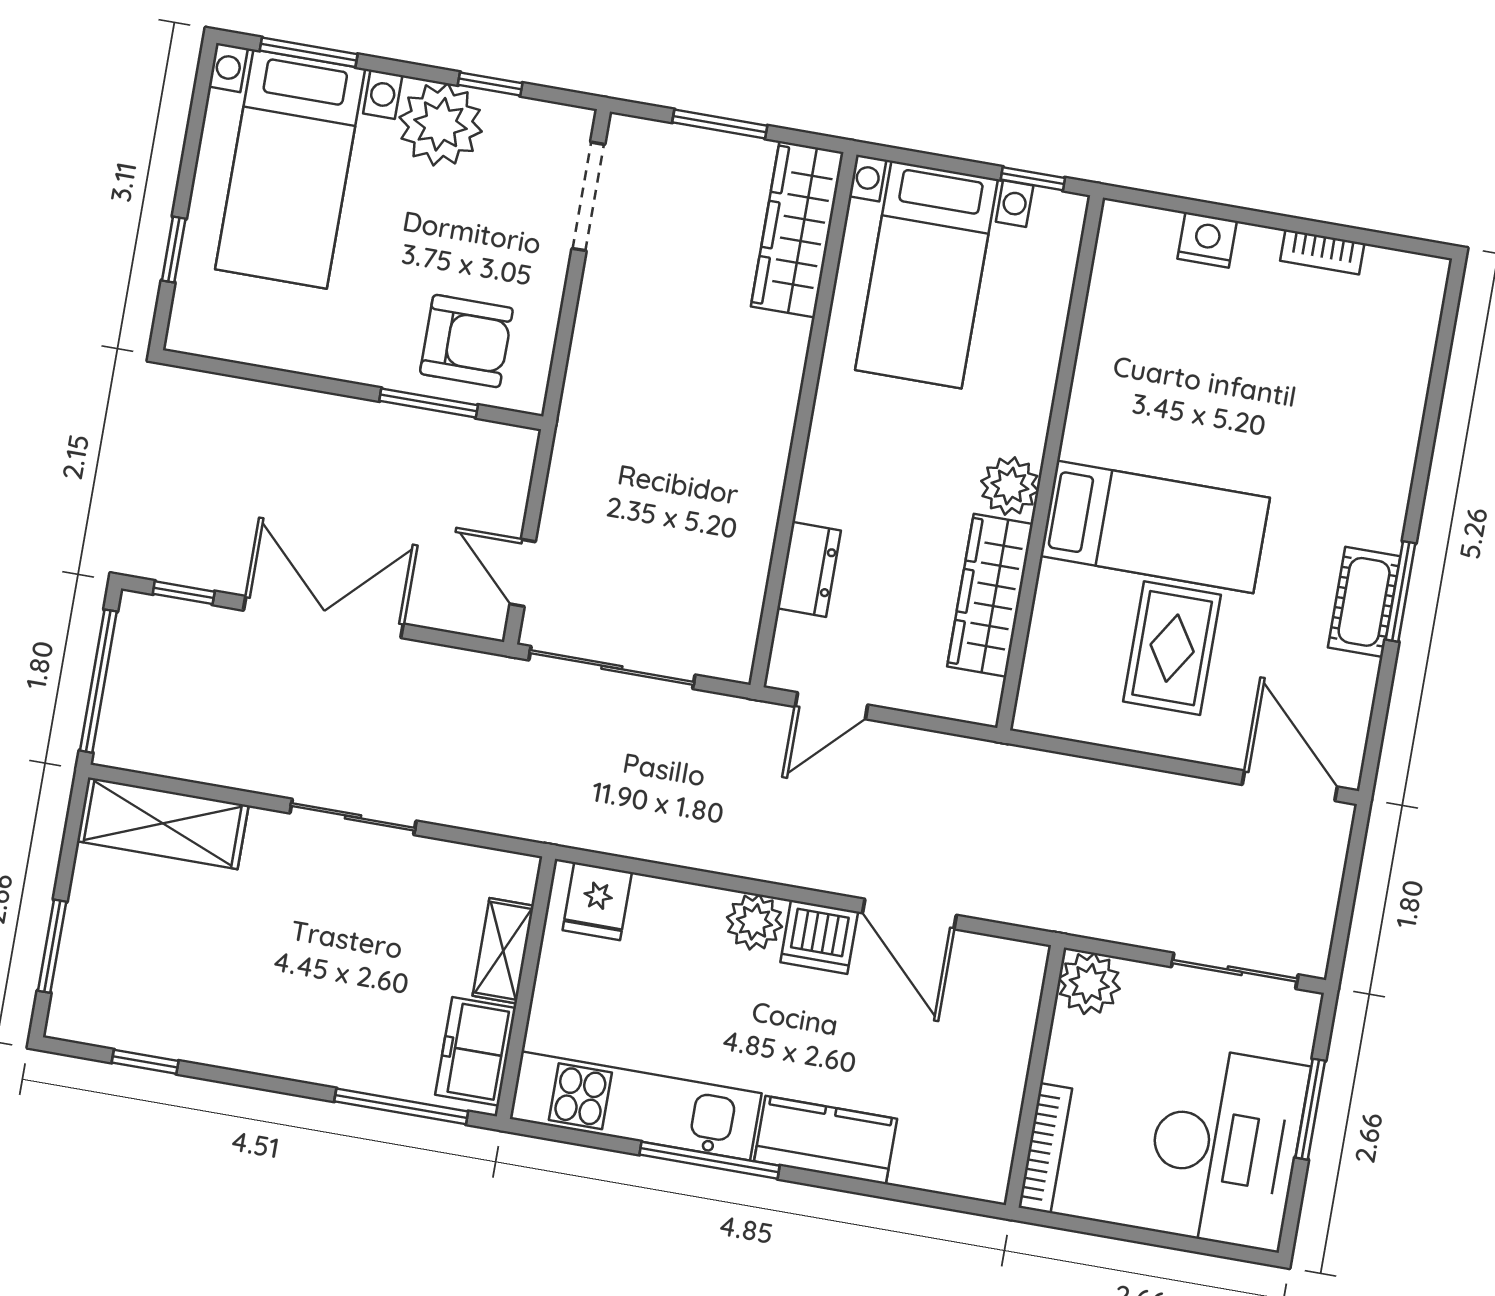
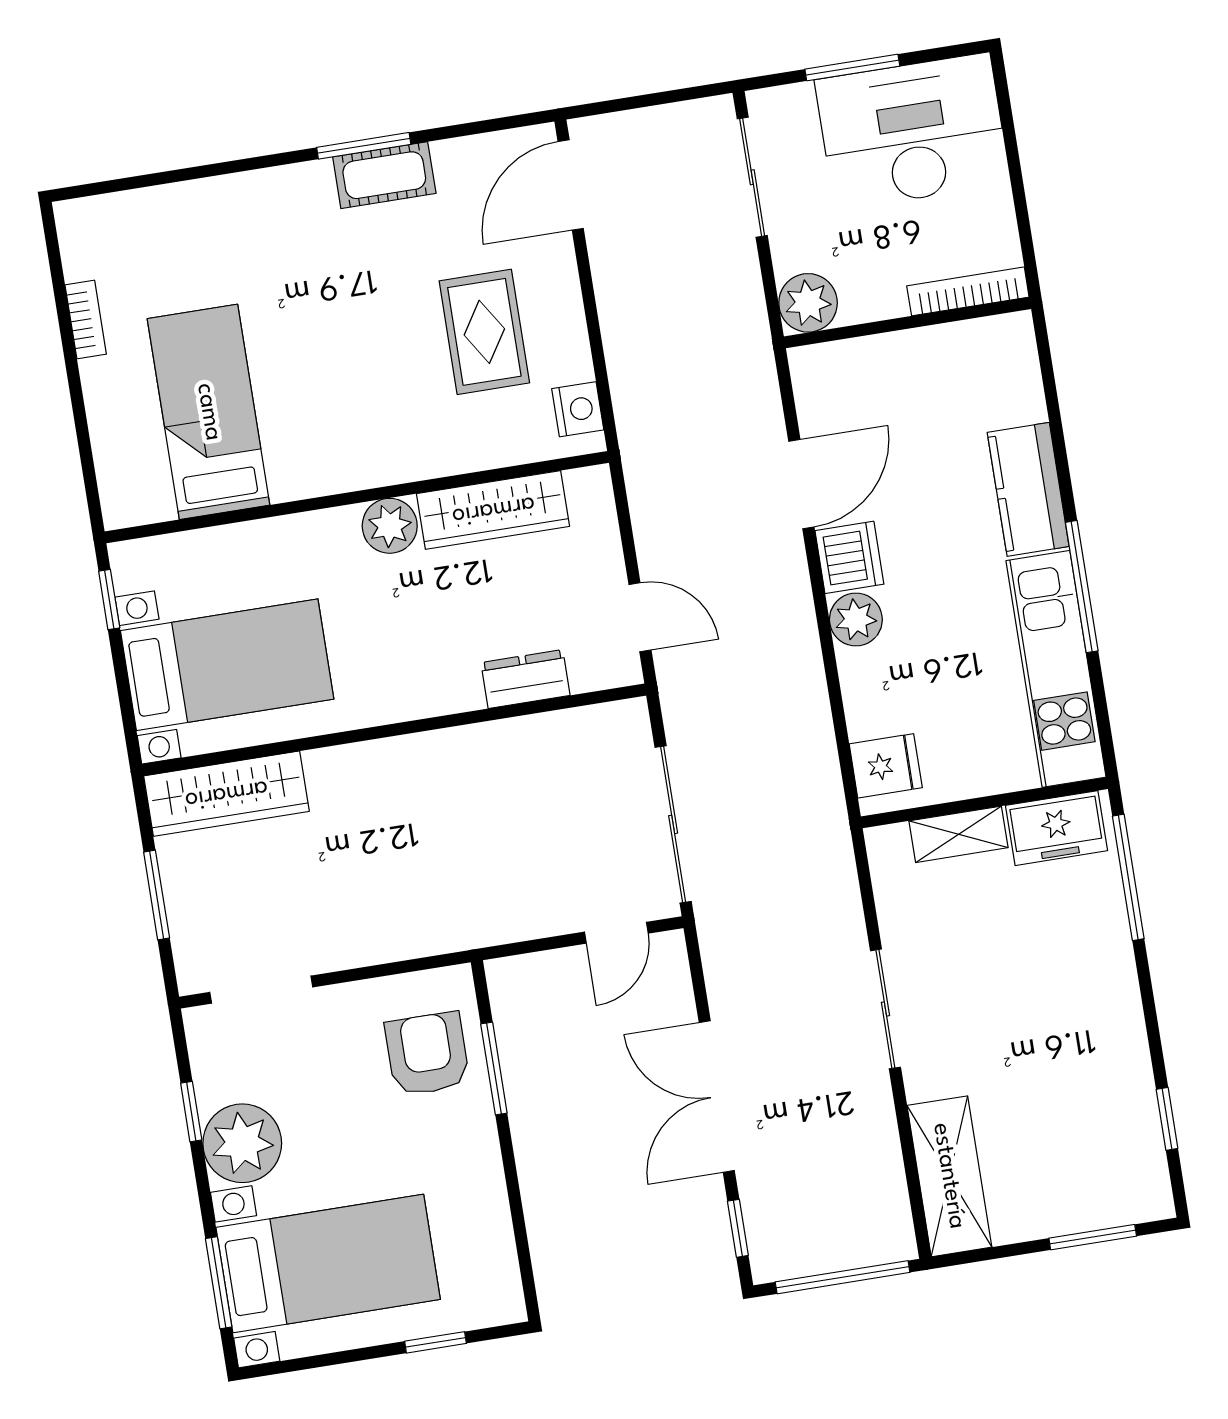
nightstand: (1207, 240) -> (578, 409), moved, turned 180
bed: (1155, 527) -> (209, 412), moved
rug: (1172, 648) -> (484, 332), turned 90

